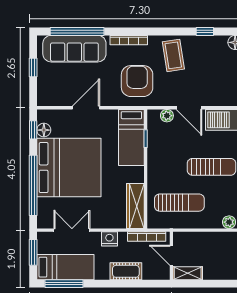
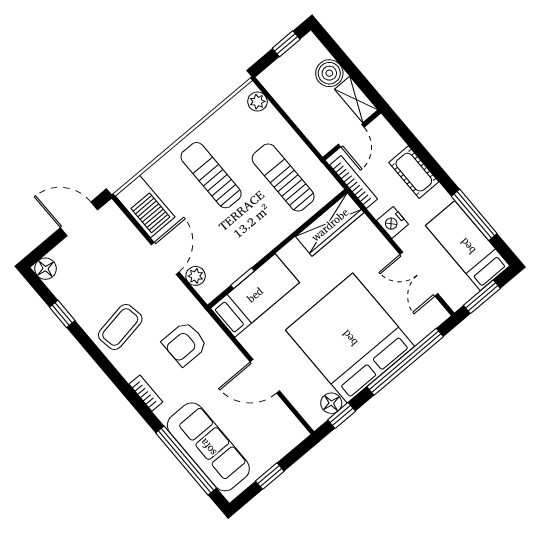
bookcase: (129, 40) -> (146, 393), width x0.64
armchair: (137, 81) -> (185, 344), width x0.73, depth x0.73
boiler: (213, 271) -> (329, 73), added
window: (64, 284) -> (474, 215), moved

